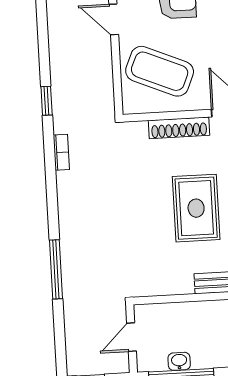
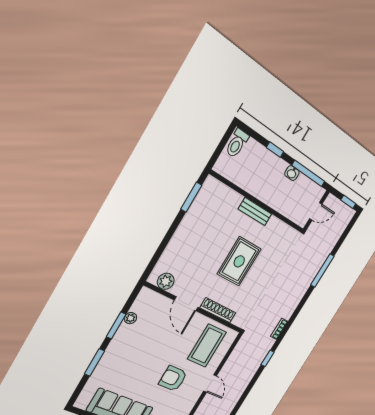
coffee table: (160, 71) -> (207, 346), turned 67
washbasin: (179, 361) -> (292, 173), moved

